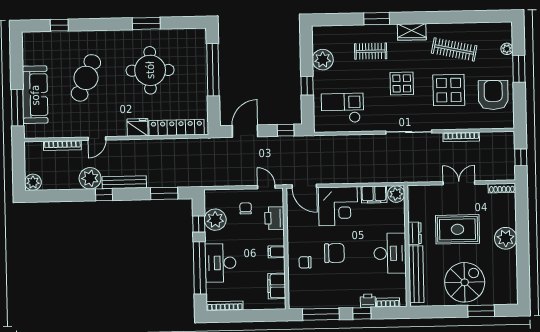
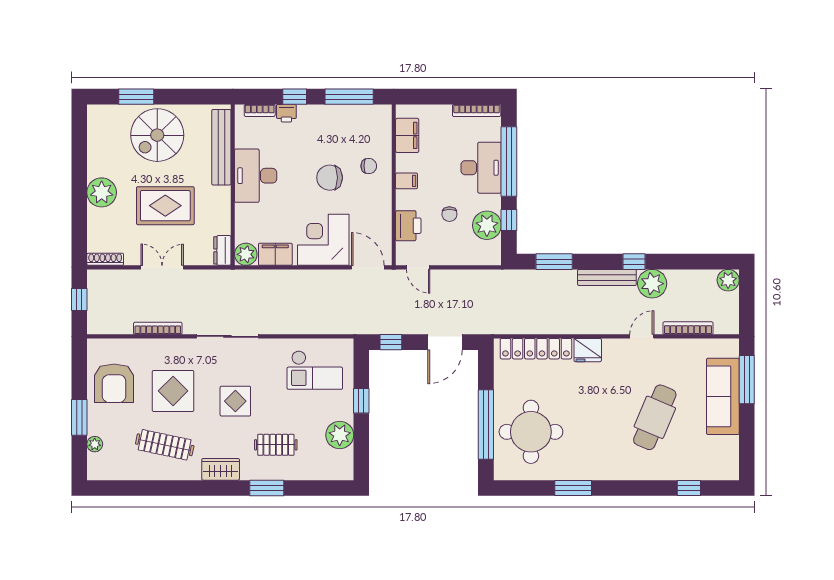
round table: (150, 70) -> (531, 432), moved
double door: (459, 183) -> (162, 267), swing flipped
chair: (246, 208) -> (449, 214), moved
dresser: (415, 233) -> (222, 250), moved

